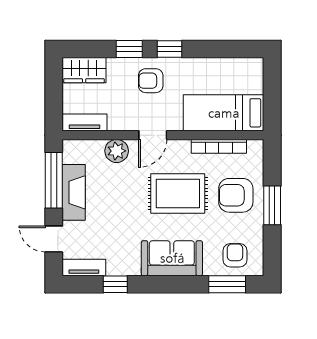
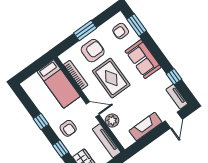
window: (169, 49) -> (41, 122), moved
tv unit: (84, 122) -> (107, 141), width x1.41
window: (54, 180) -> (147, 140), removed
armchair: (236, 195) -> (93, 51), turned -90

